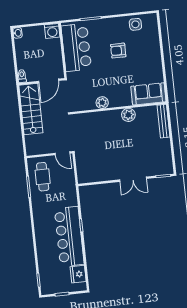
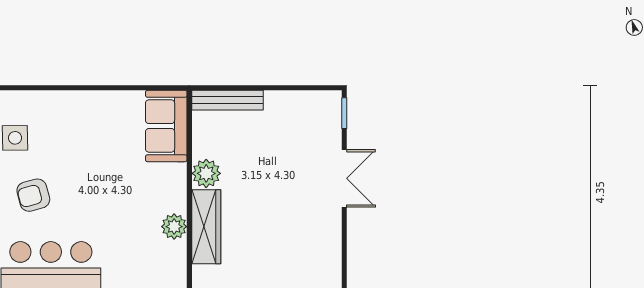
armchair: (118, 51) -> (33, 195), moved, turned 75
wardrobe: (104, 118) -> (206, 227), added

